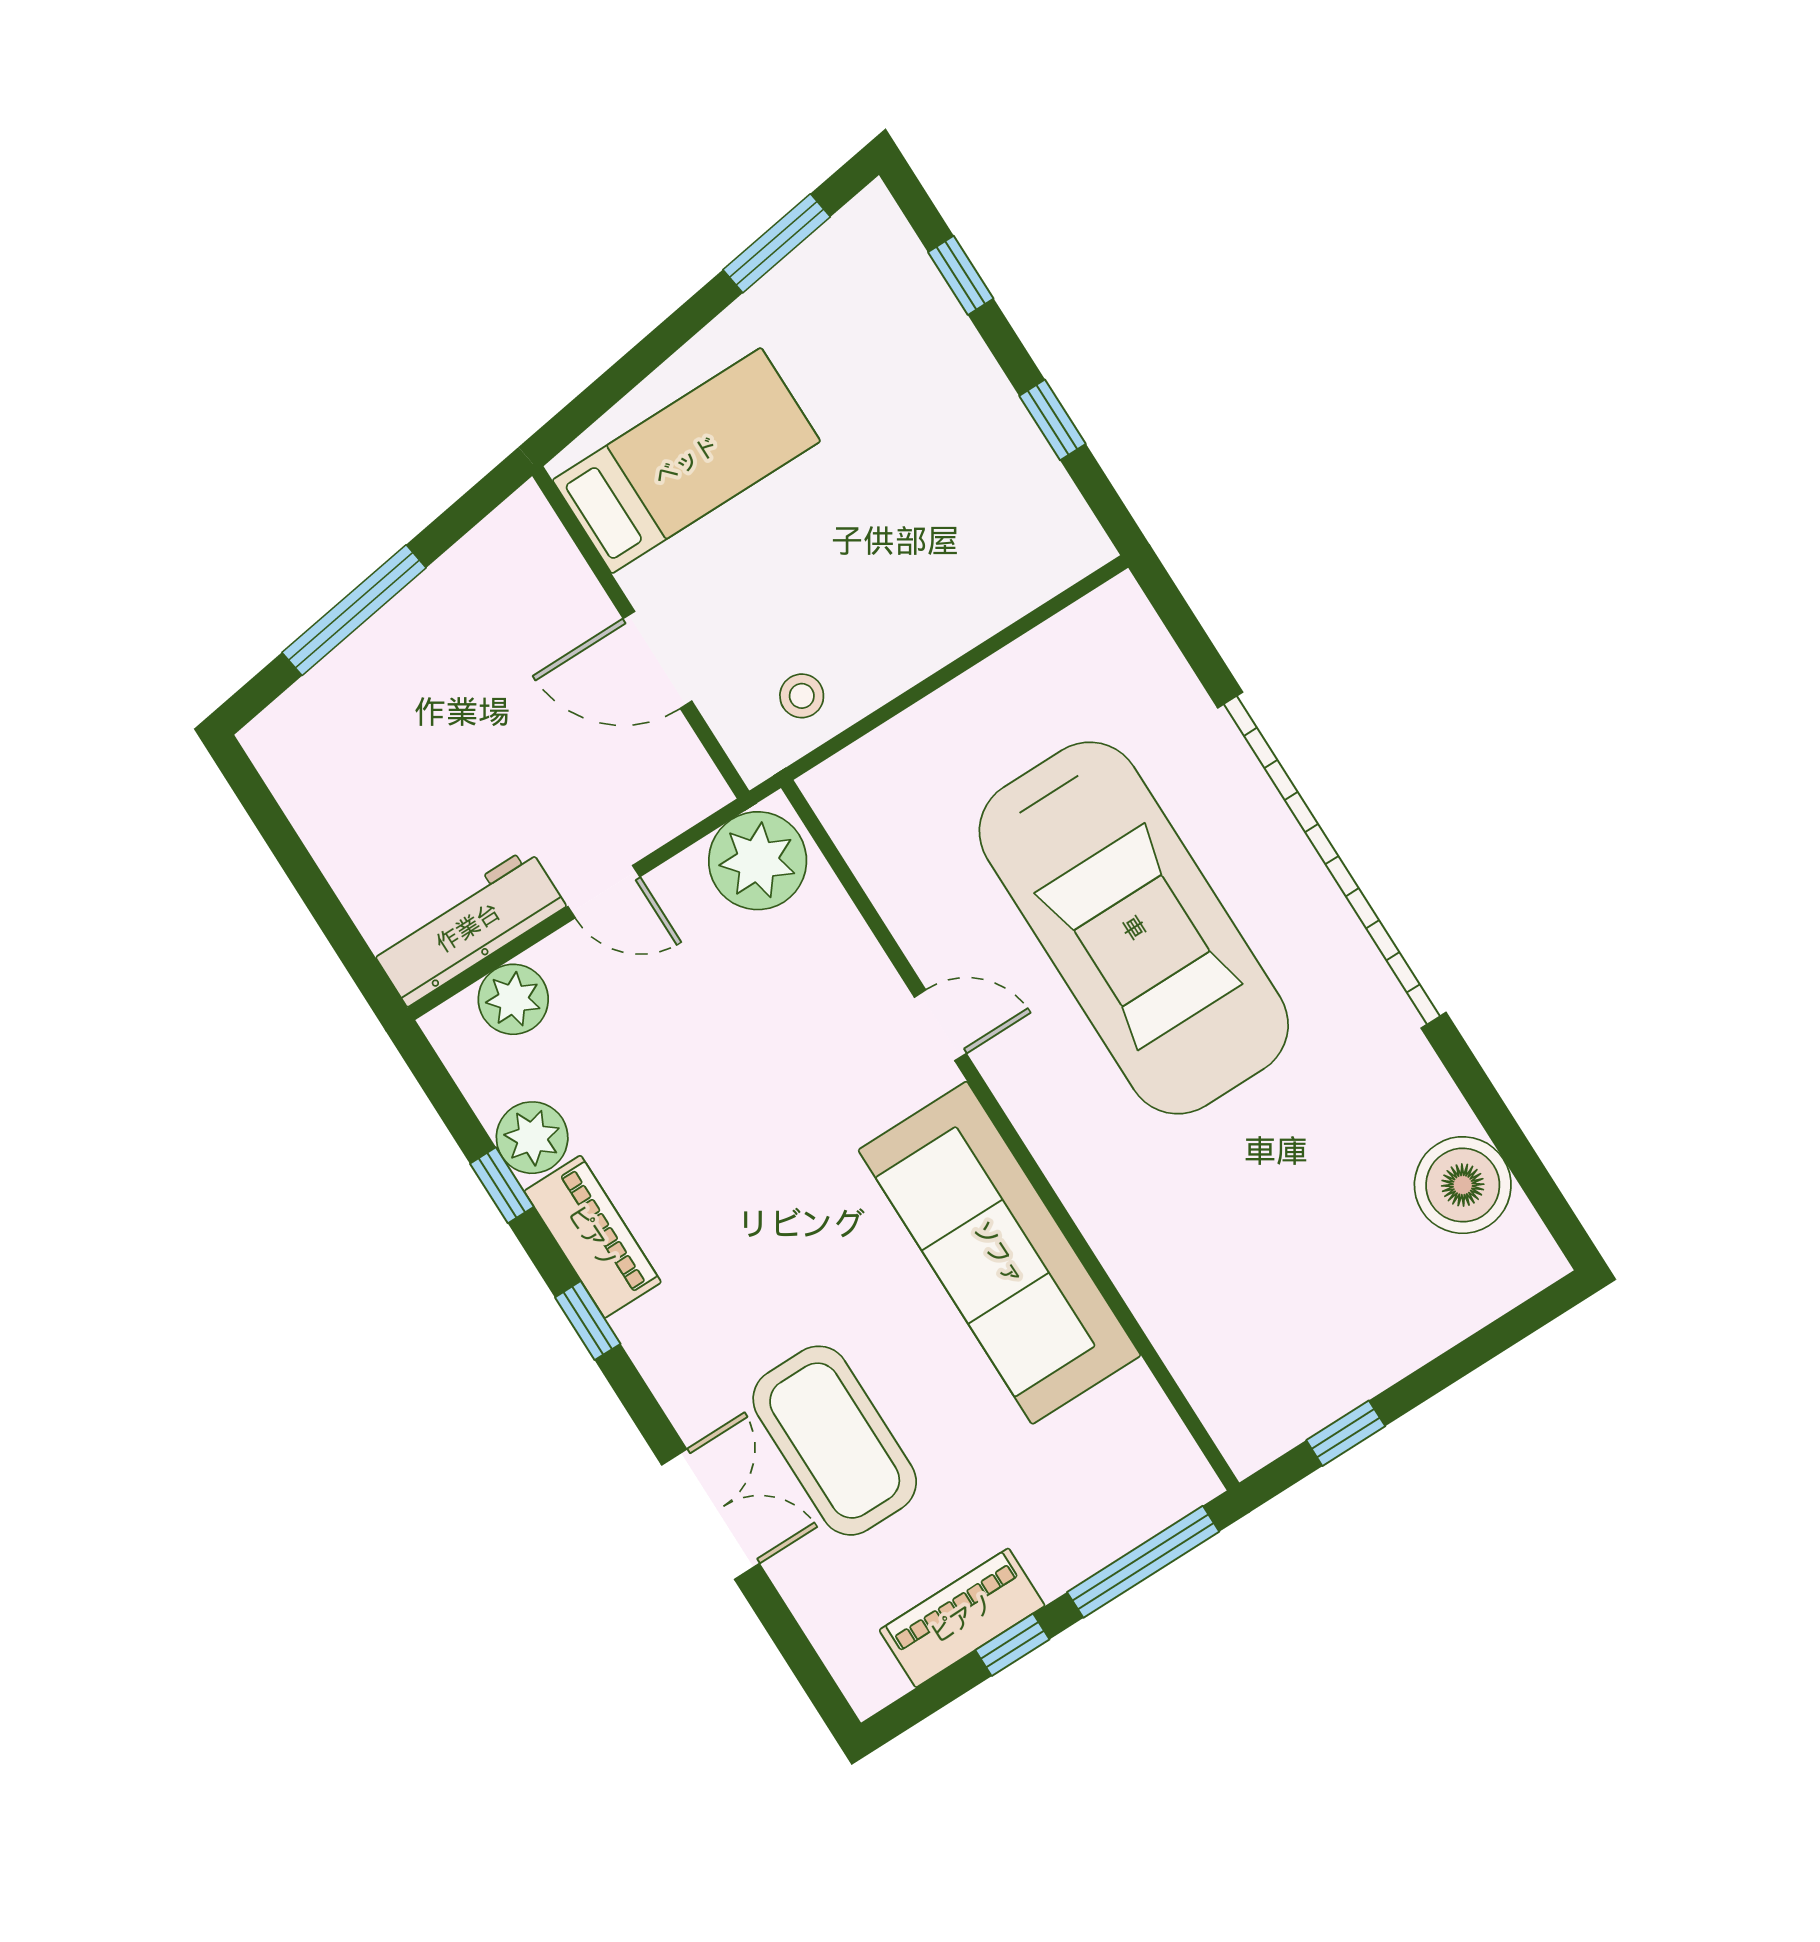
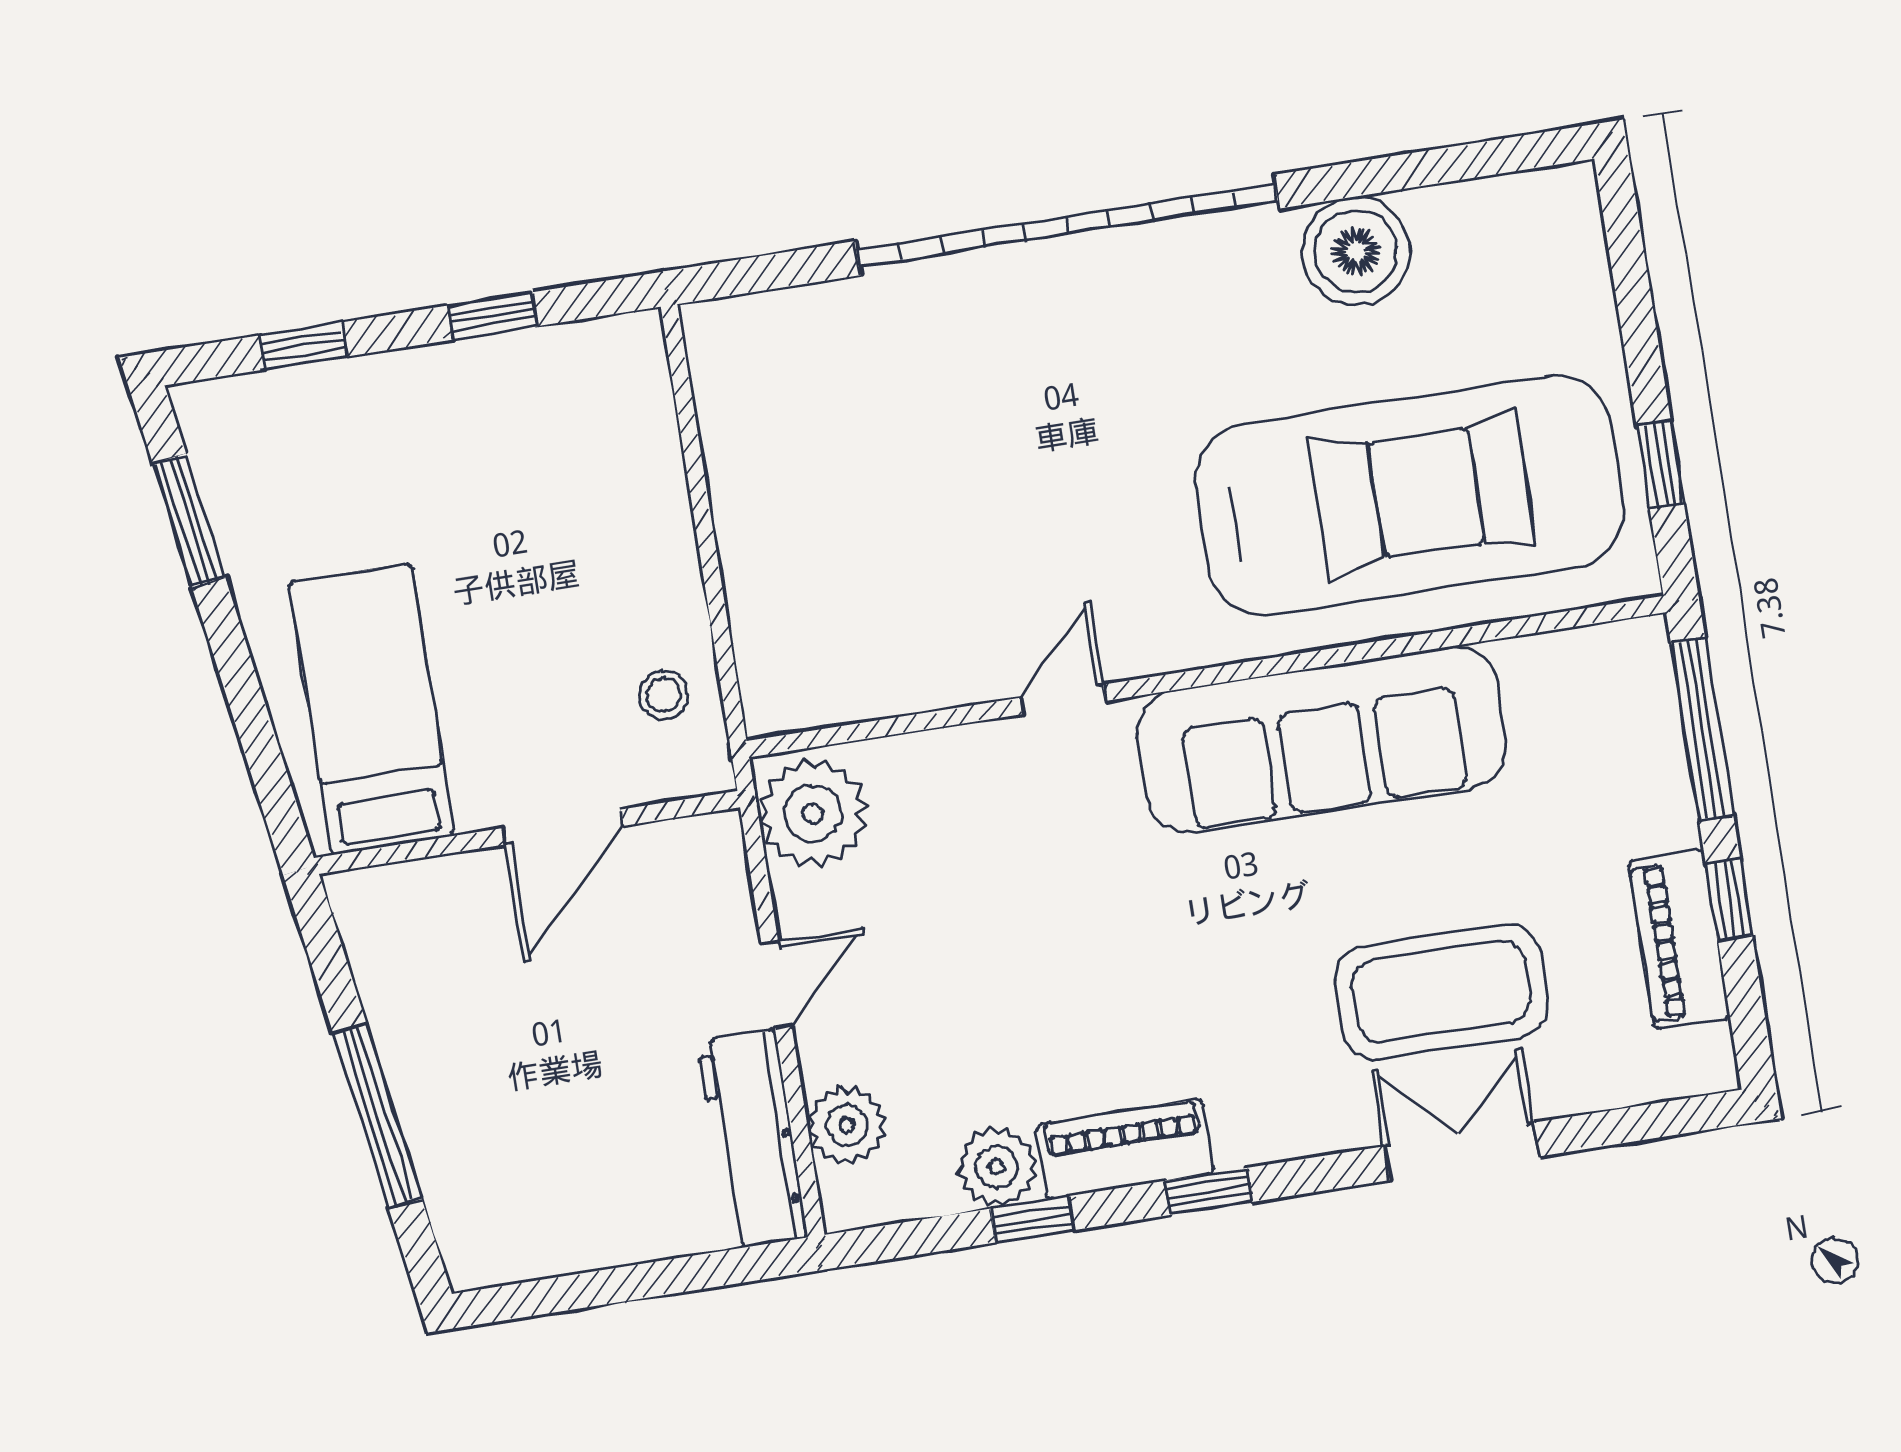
car: (1134, 928) -> (1409, 496), moved
boiler: (1463, 1185) -> (1356, 251), moved

